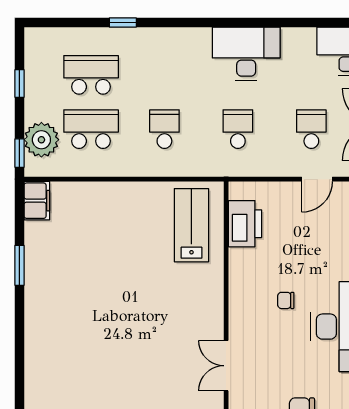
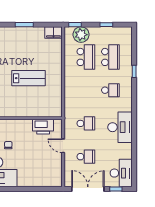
school desk: (164, 129) -> (110, 90), moved
door: (317, 179) -> (63, 146), moved
lab bench: (191, 225) -> (28, 78), moved

